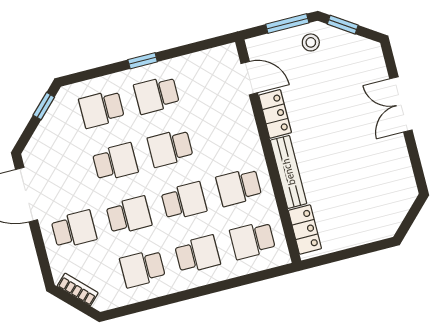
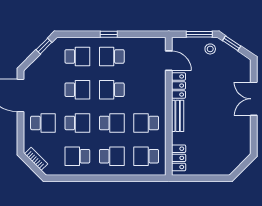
school desk: (102, 109) -> (77, 56), turned 180
bench: (289, 172) -> (178, 116), width x0.73

